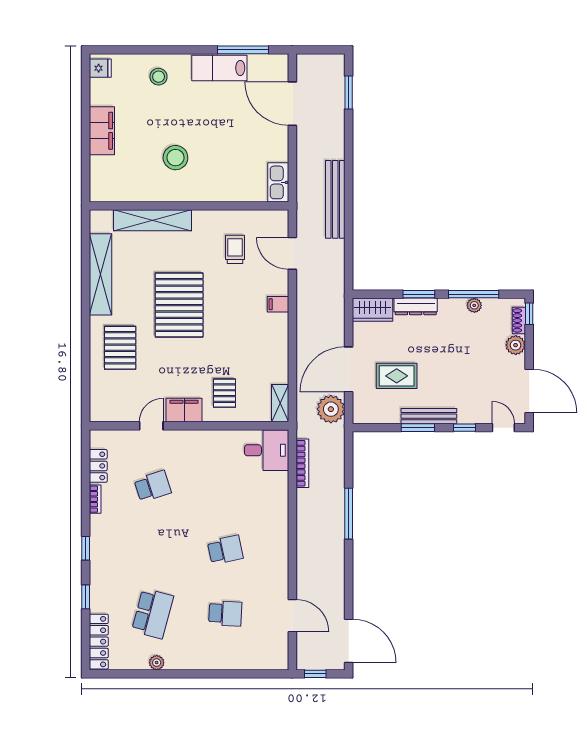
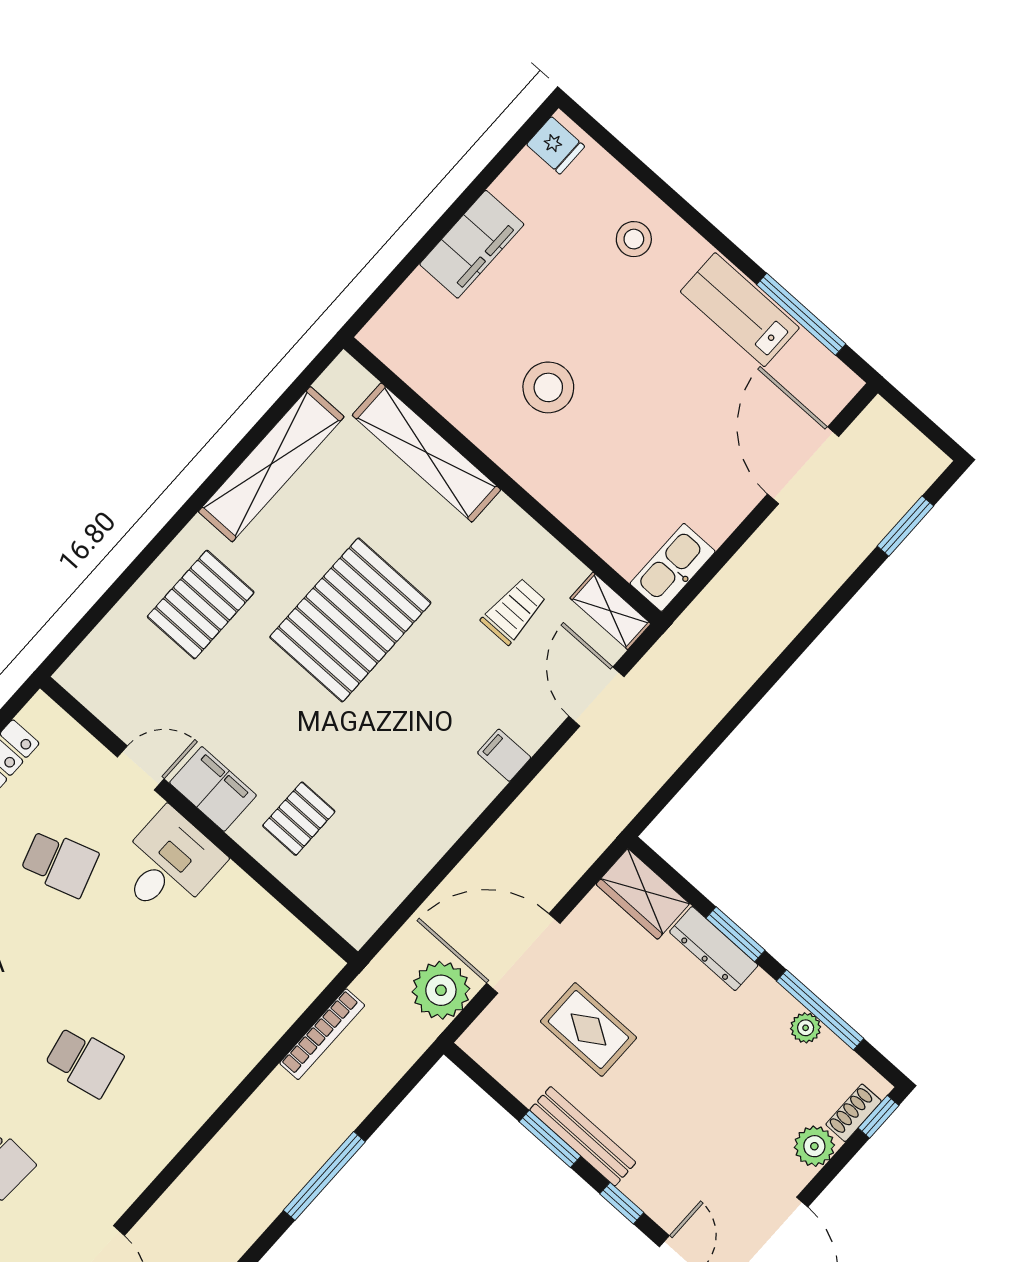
bench: (335, 199) -> (737, 672), removed
shelving: (280, 403) -> (610, 611), moved, turned 90
desk: (267, 450) -> (168, 864), moved, turned -90

